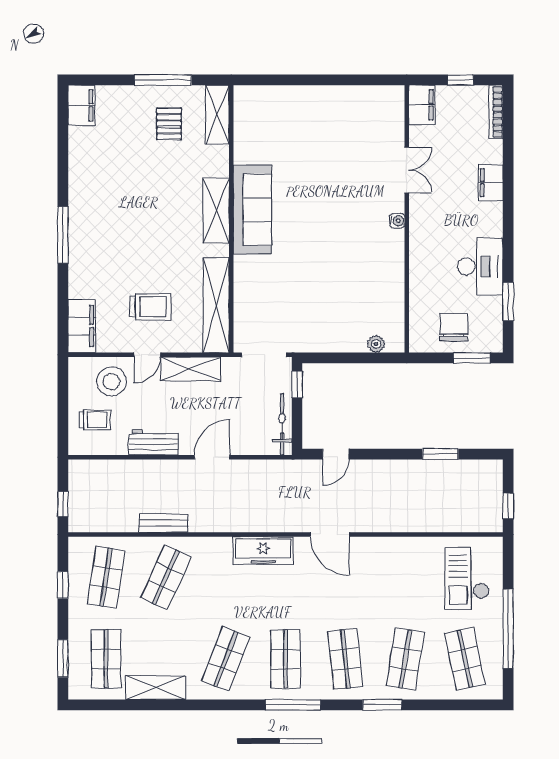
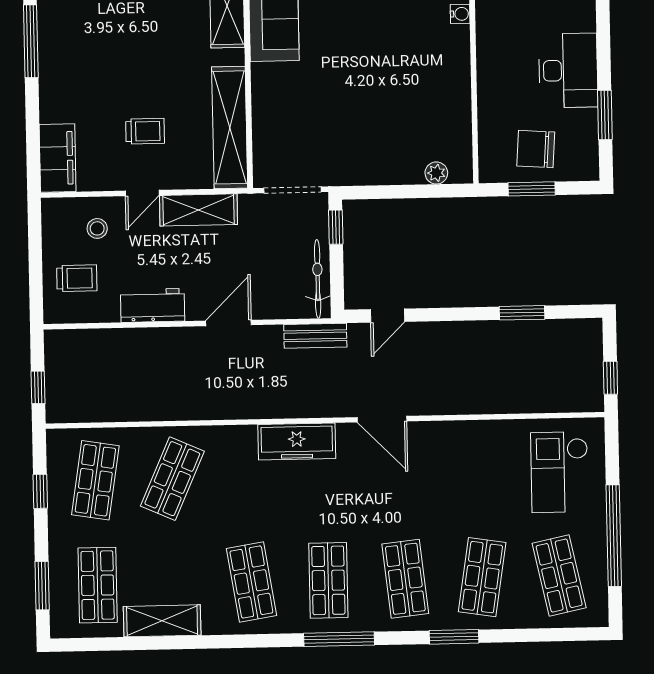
trolley: (150, 307) -> (145, 131), width x0.73, depth x0.72
chair: (454, 327) -> (536, 149), turned -86
window: (472, 358) -> (532, 189), moved
stool: (112, 382) -> (97, 228), width x0.53, depth x0.53
bench: (164, 523) -> (315, 336), moved
shop shelf: (226, 659) -> (251, 582), turned -30

